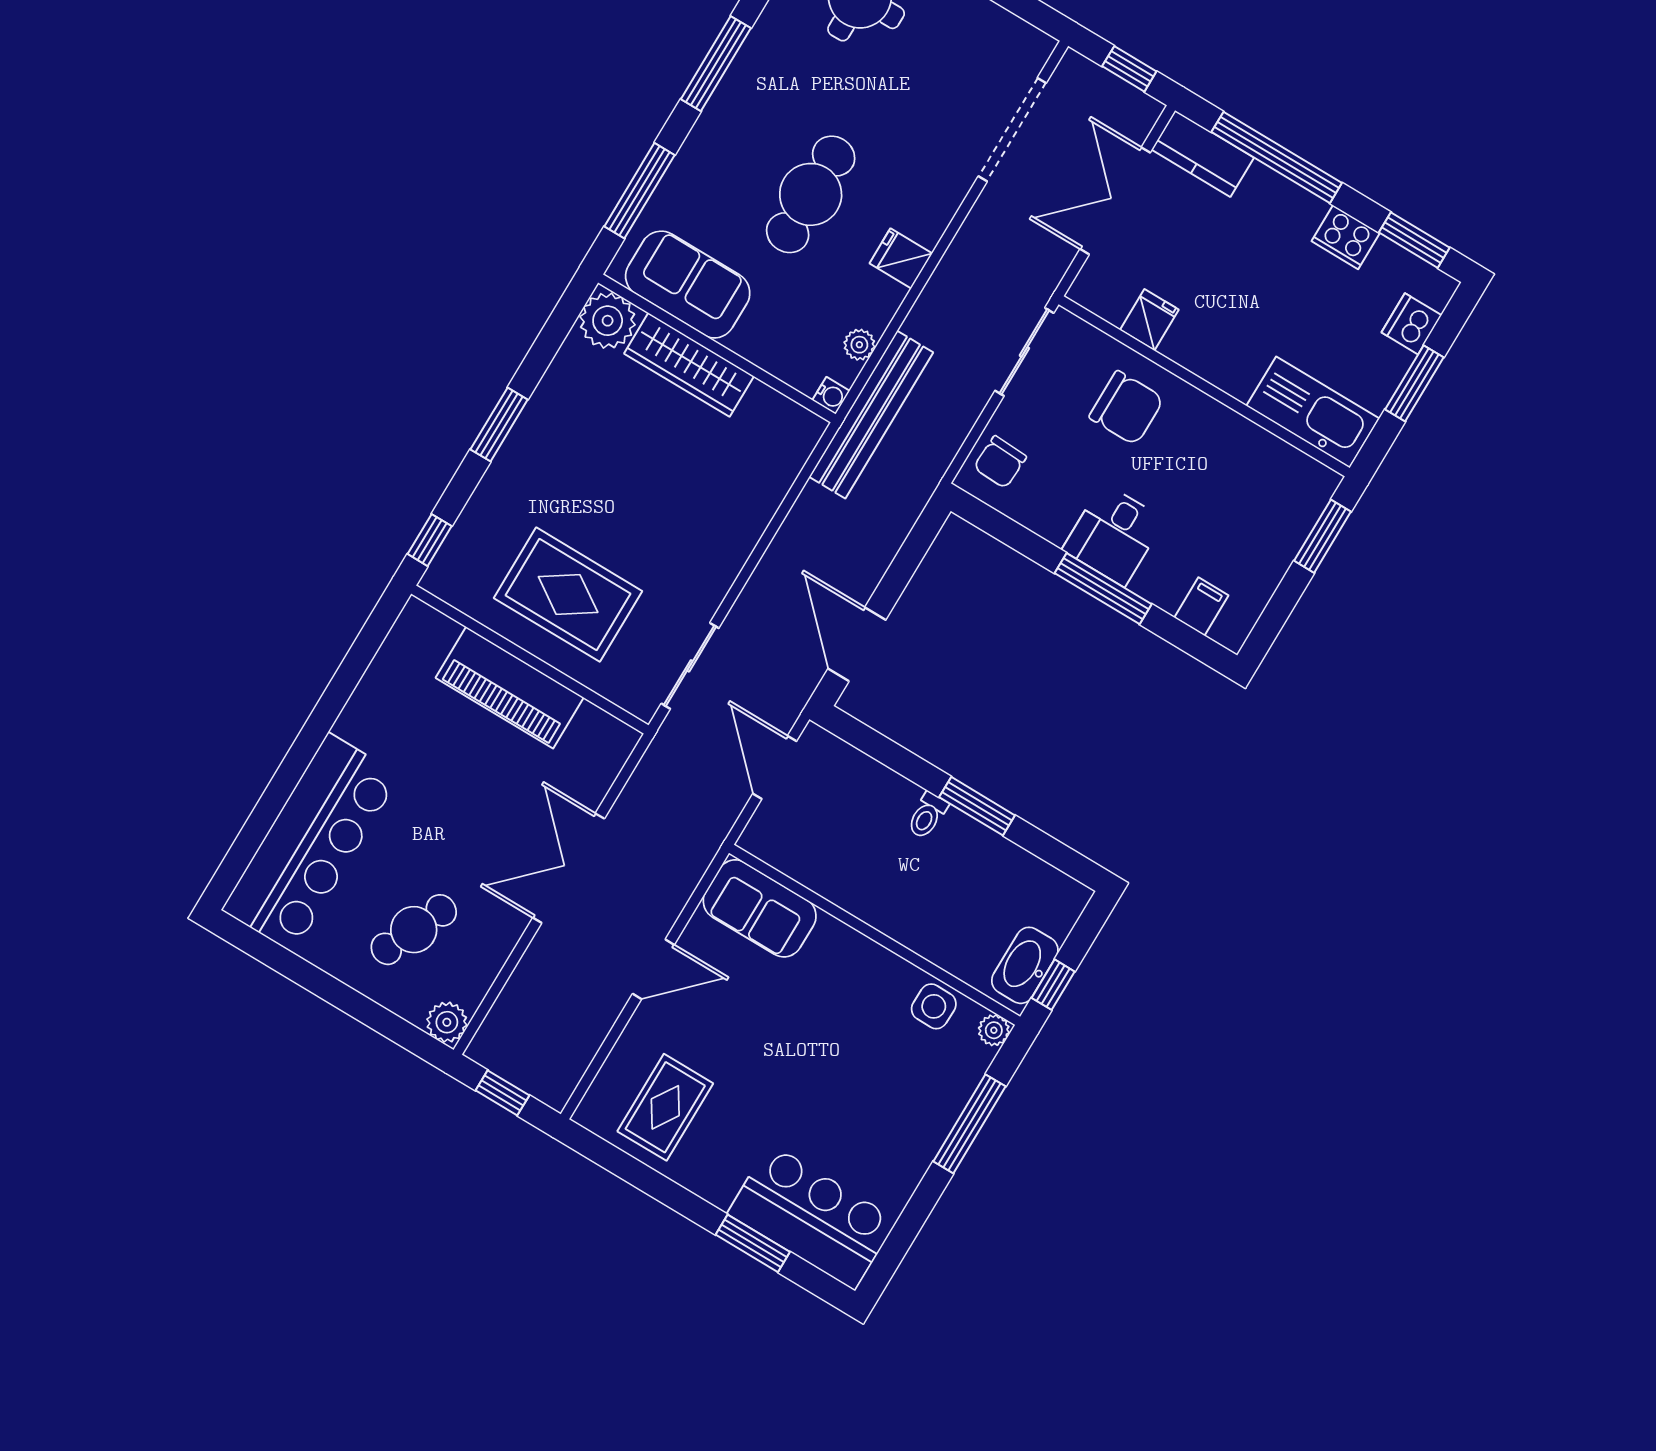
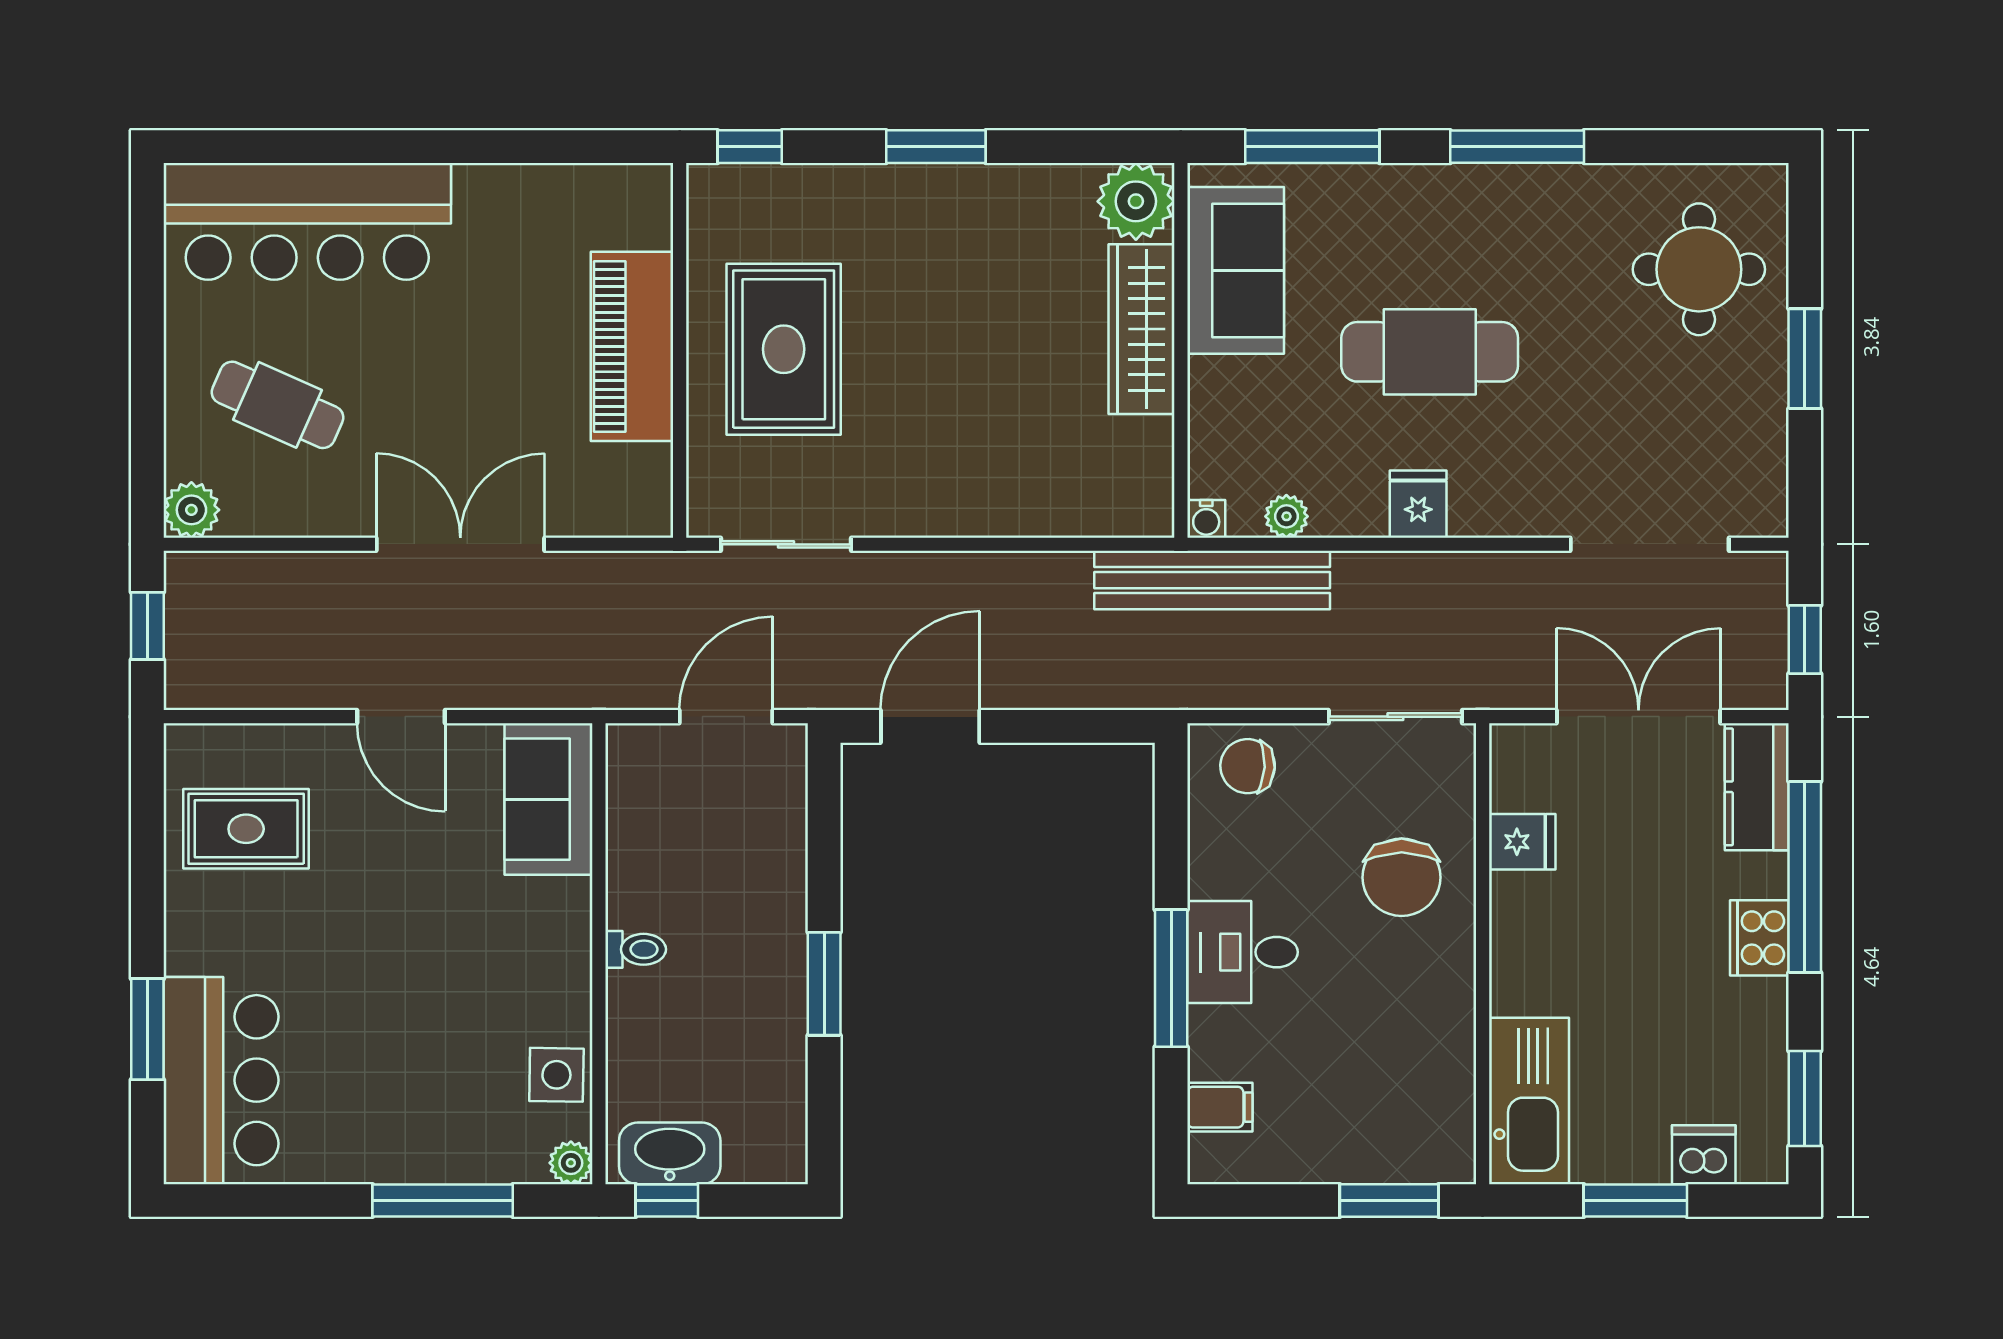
cooker: (1346, 237) -> (1759, 938), moved
toilet: (927, 815) -> (636, 949), moved, turned 180

